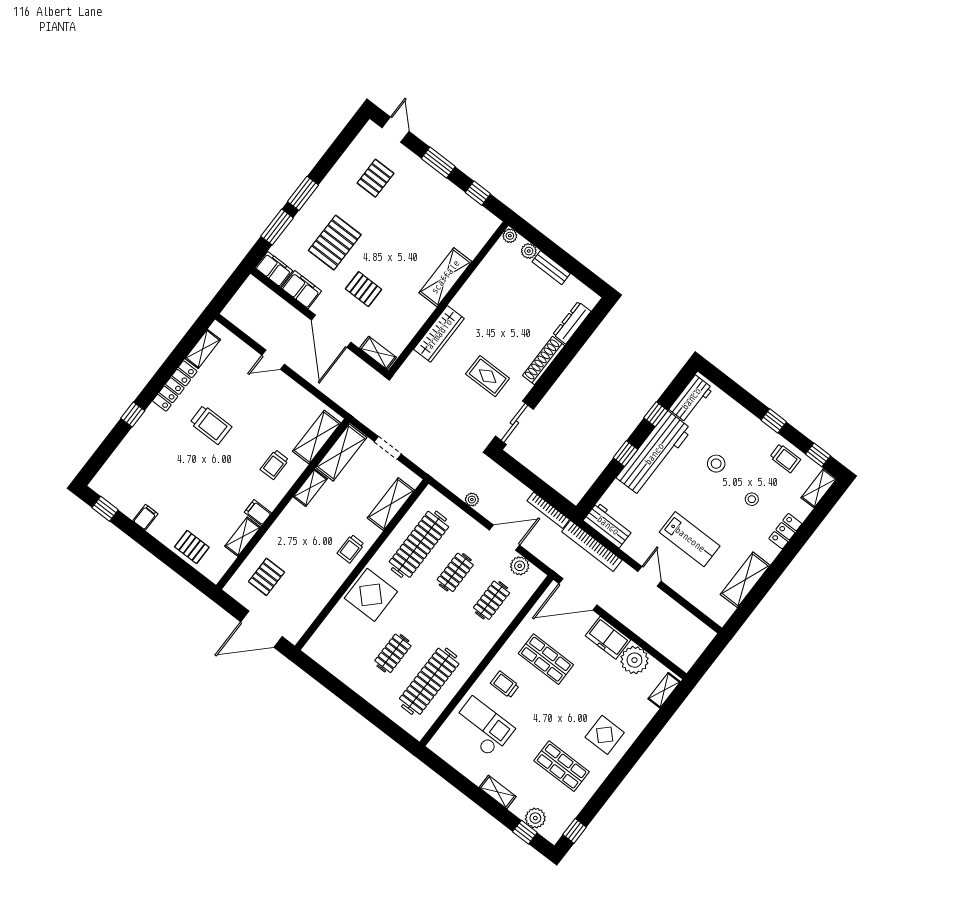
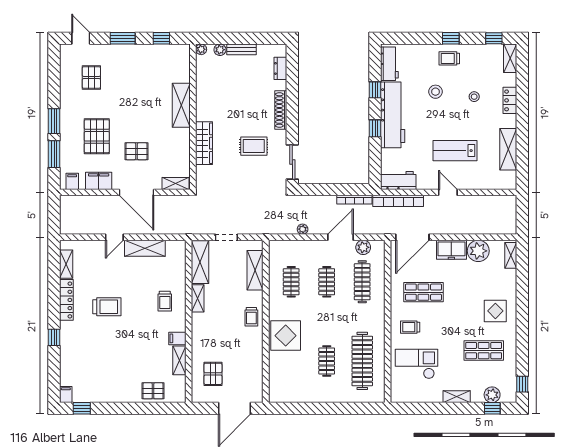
filing cabinet: (274, 269) -> (72, 181), width x0.50
dresser: (572, 323) -> (280, 68), width x0.70
shelving: (317, 437) -> (145, 248), moved, turned 90
trolley: (785, 458) -> (449, 58), moved, turned 180
filing cabinet: (145, 517) -> (66, 394), moved
lab bench: (690, 539) -> (455, 151), turned 180
clothes rail: (419, 544) -> (291, 282), width x0.54, depth x0.76
clothes rail: (492, 600) -> (362, 282), width x1.36

